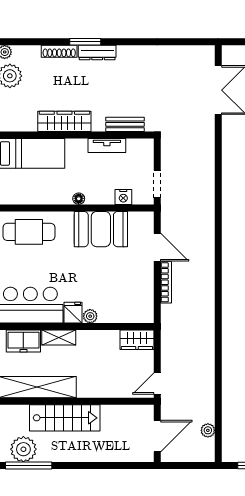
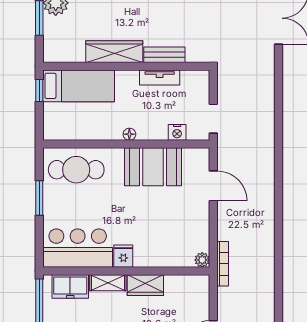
bench: (125, 124) -> (164, 55), moved
bookcase: (166, 282) -> (223, 264), moved
plant: (90, 316) -> (202, 260), moved
wardrobe: (137, 340) -> (145, 285), moved

